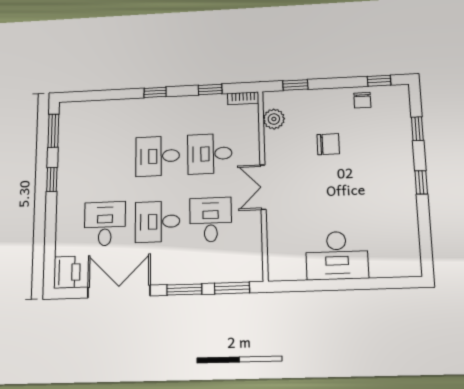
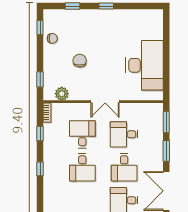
desk: (210, 154) -> (82, 134), turned 180
desk: (337, 255) -> (145, 65), width x1.36, depth x1.30

